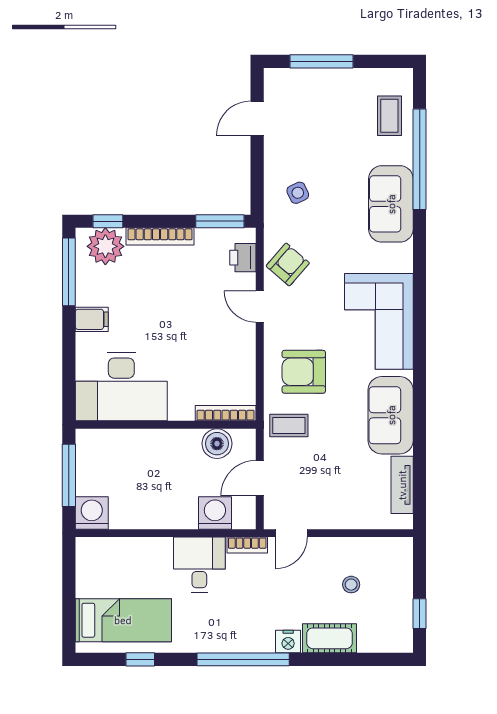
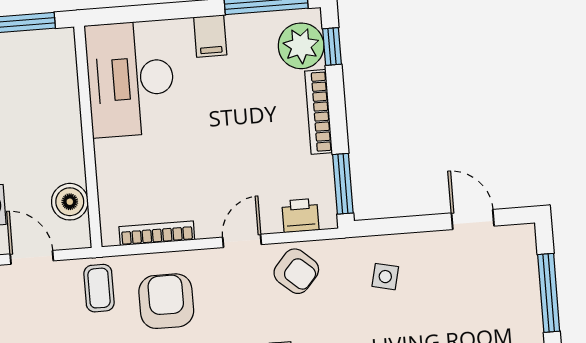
side table: (298, 193) -> (385, 277), turned 38
bookcase: (226, 413) -> (157, 233), moved, turned -90

